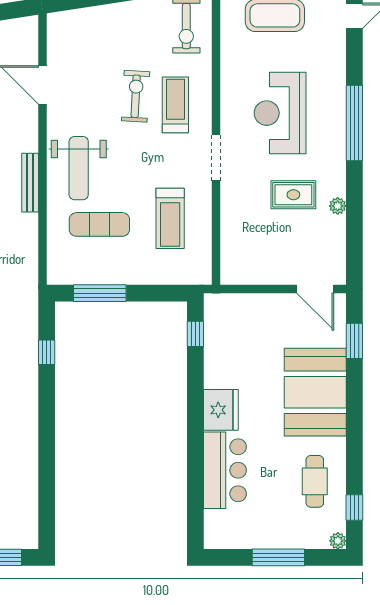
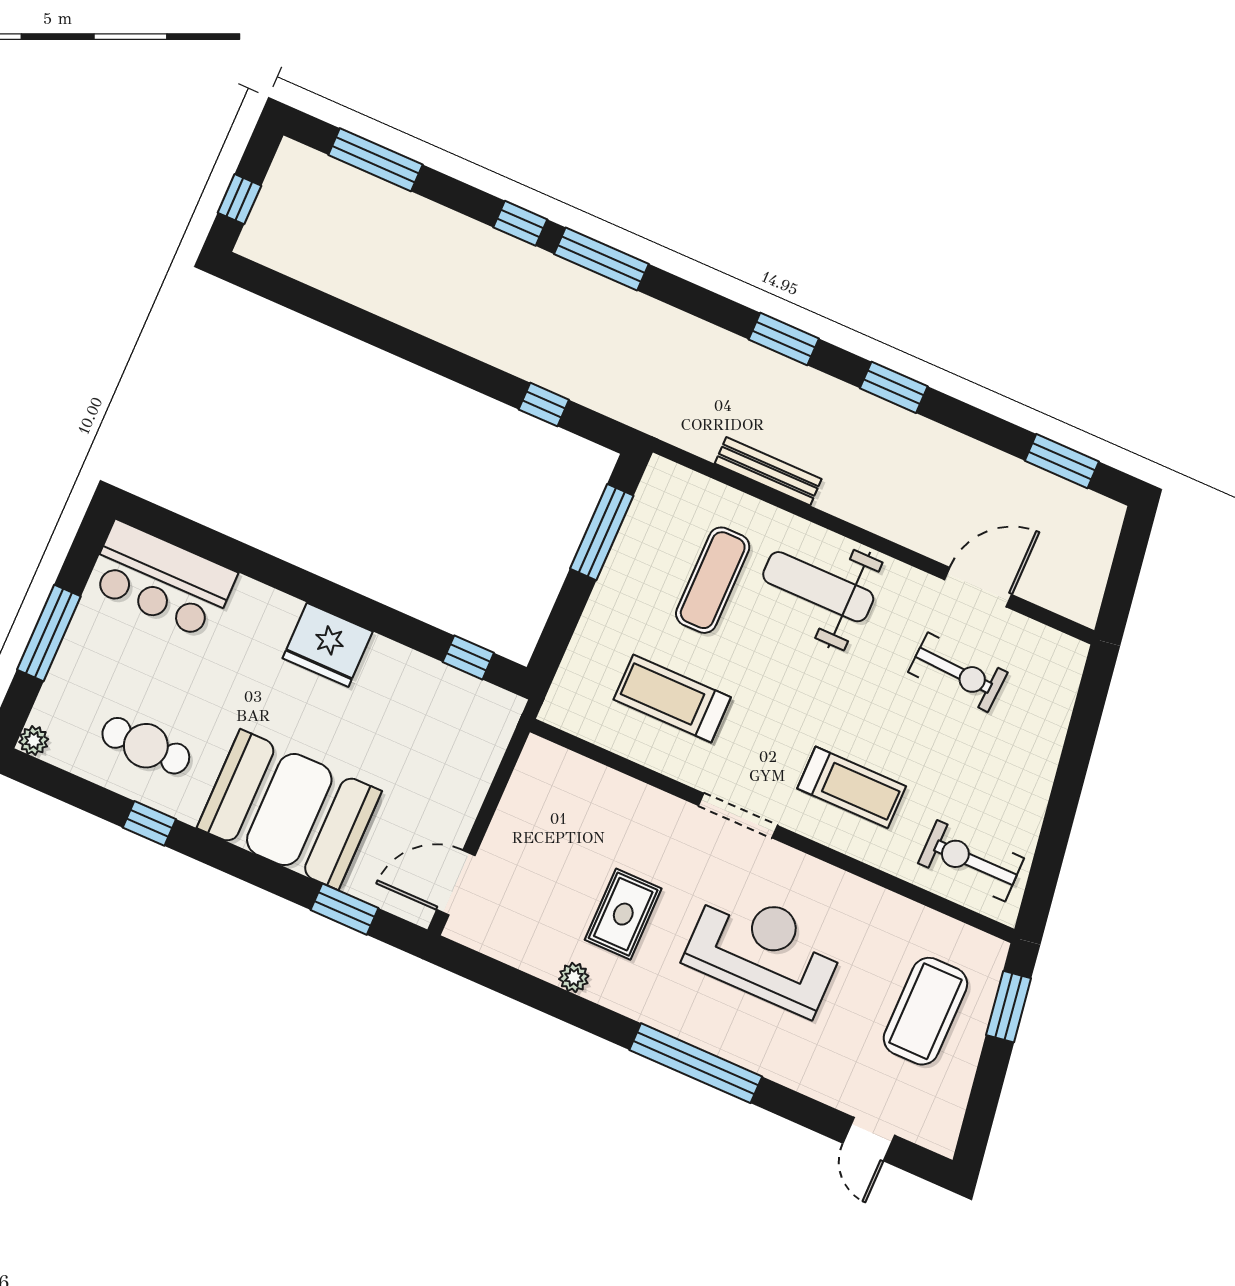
exercise bike: (136, 96) -> (958, 672), moved
bench: (30, 183) -> (768, 471), moved
bar counter: (225, 470) -> (162, 580), moved
window: (354, 508) -> (149, 823), moved

